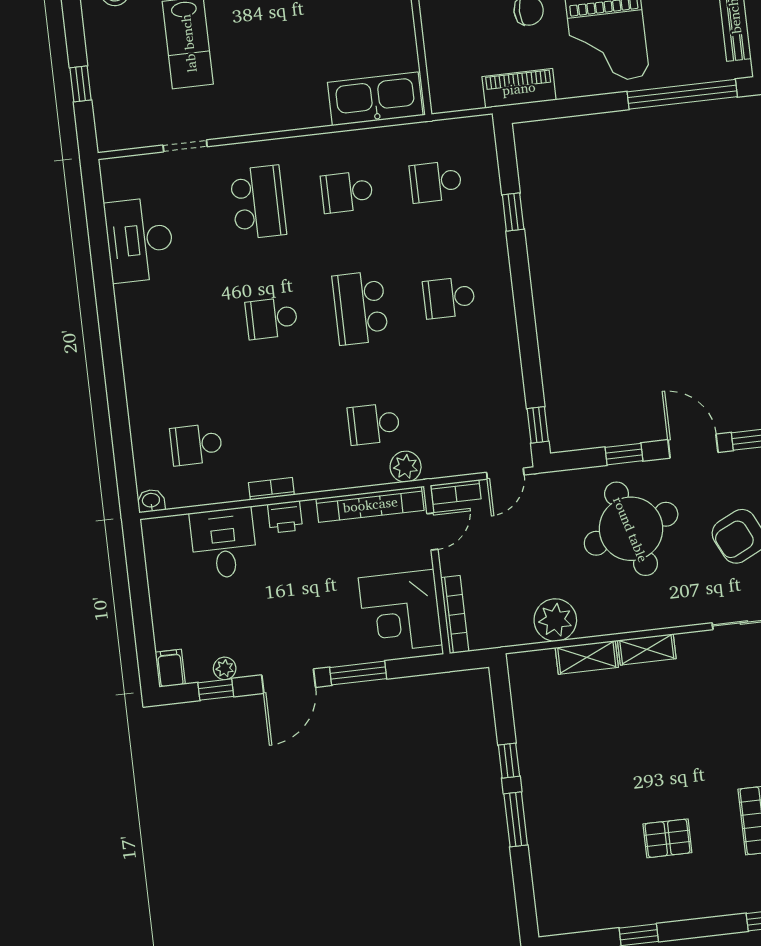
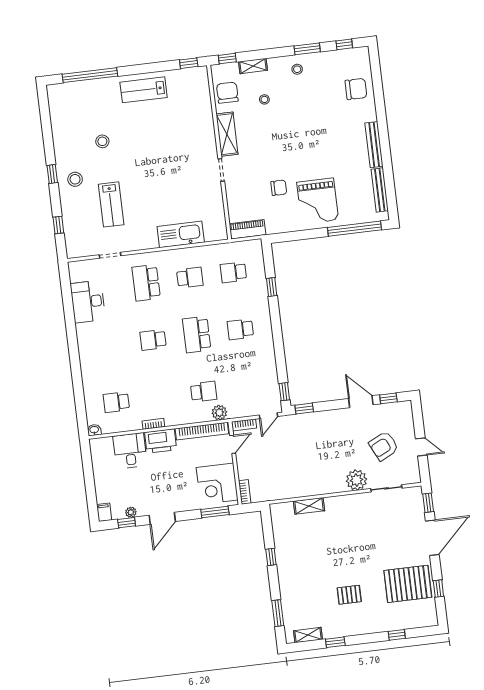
piano: (519, 88) -> (247, 229), moved
kitchen sink: (375, 99) -> (181, 234), moved
school desk: (347, 192) -> (190, 278), turned 180
school desk: (258, 202) -> (146, 283), turned 180
school desk: (374, 424) -> (204, 392), turned 180
window: (624, 454) -> (304, 408), moved
printer: (285, 517) -> (161, 441), width x1.87, depth x1.48
round table: (631, 529) -> (330, 443), removed
bookcase: (455, 615) -> (245, 492), width x0.64
plant: (555, 620) -> (356, 480), moved
shelving: (647, 649) -> (308, 635), moved
window: (358, 673) -> (215, 512), moved
window: (516, 819) -> (278, 613), moved

